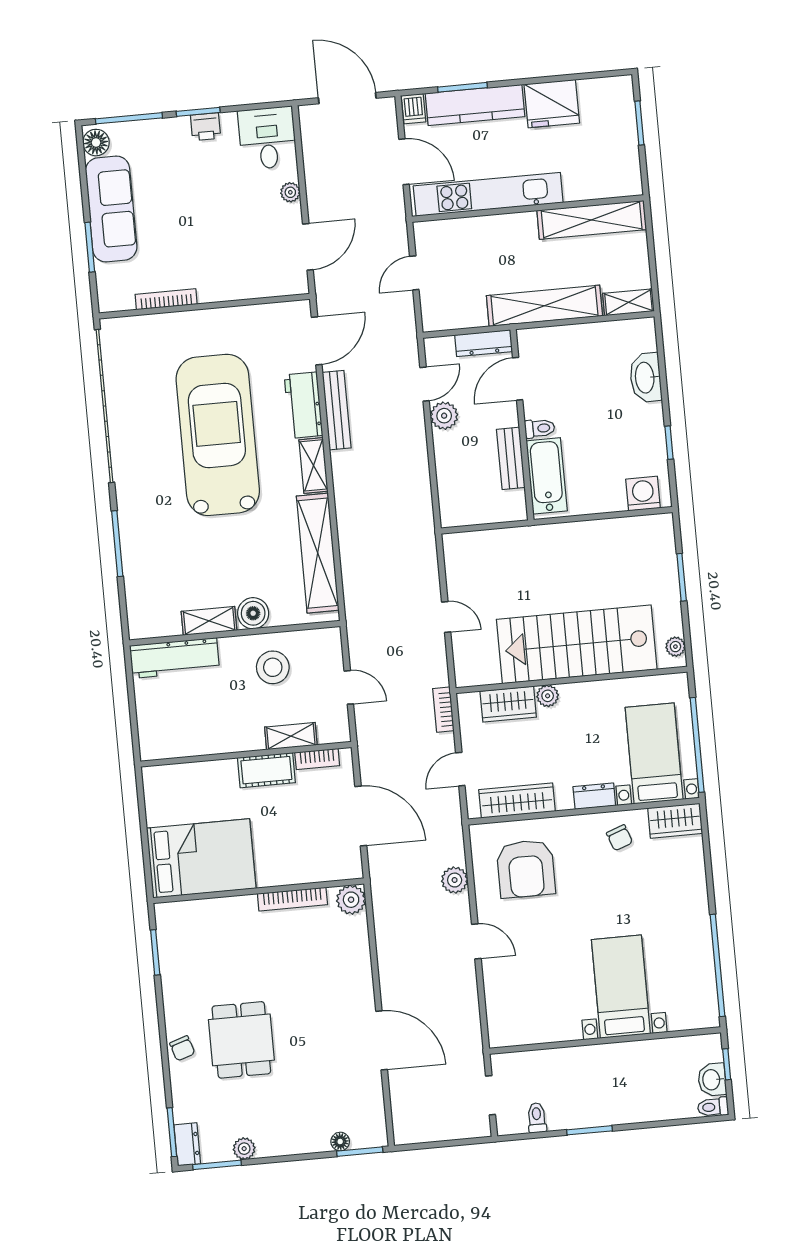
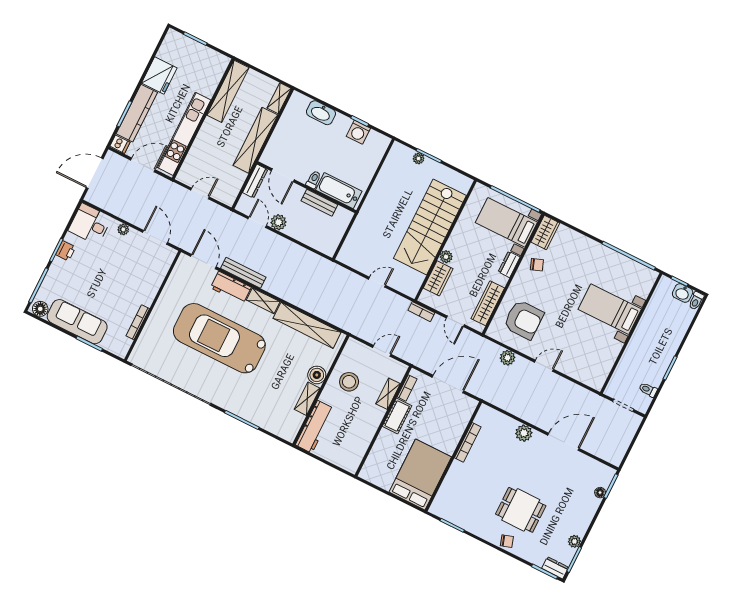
door: (414, 273) -> (200, 194), swing flipped
washing machine: (643, 494) -> (358, 132), moved, turned -90
plant: (675, 647) -> (419, 158), moved
plant: (351, 900) -> (524, 433), moved

